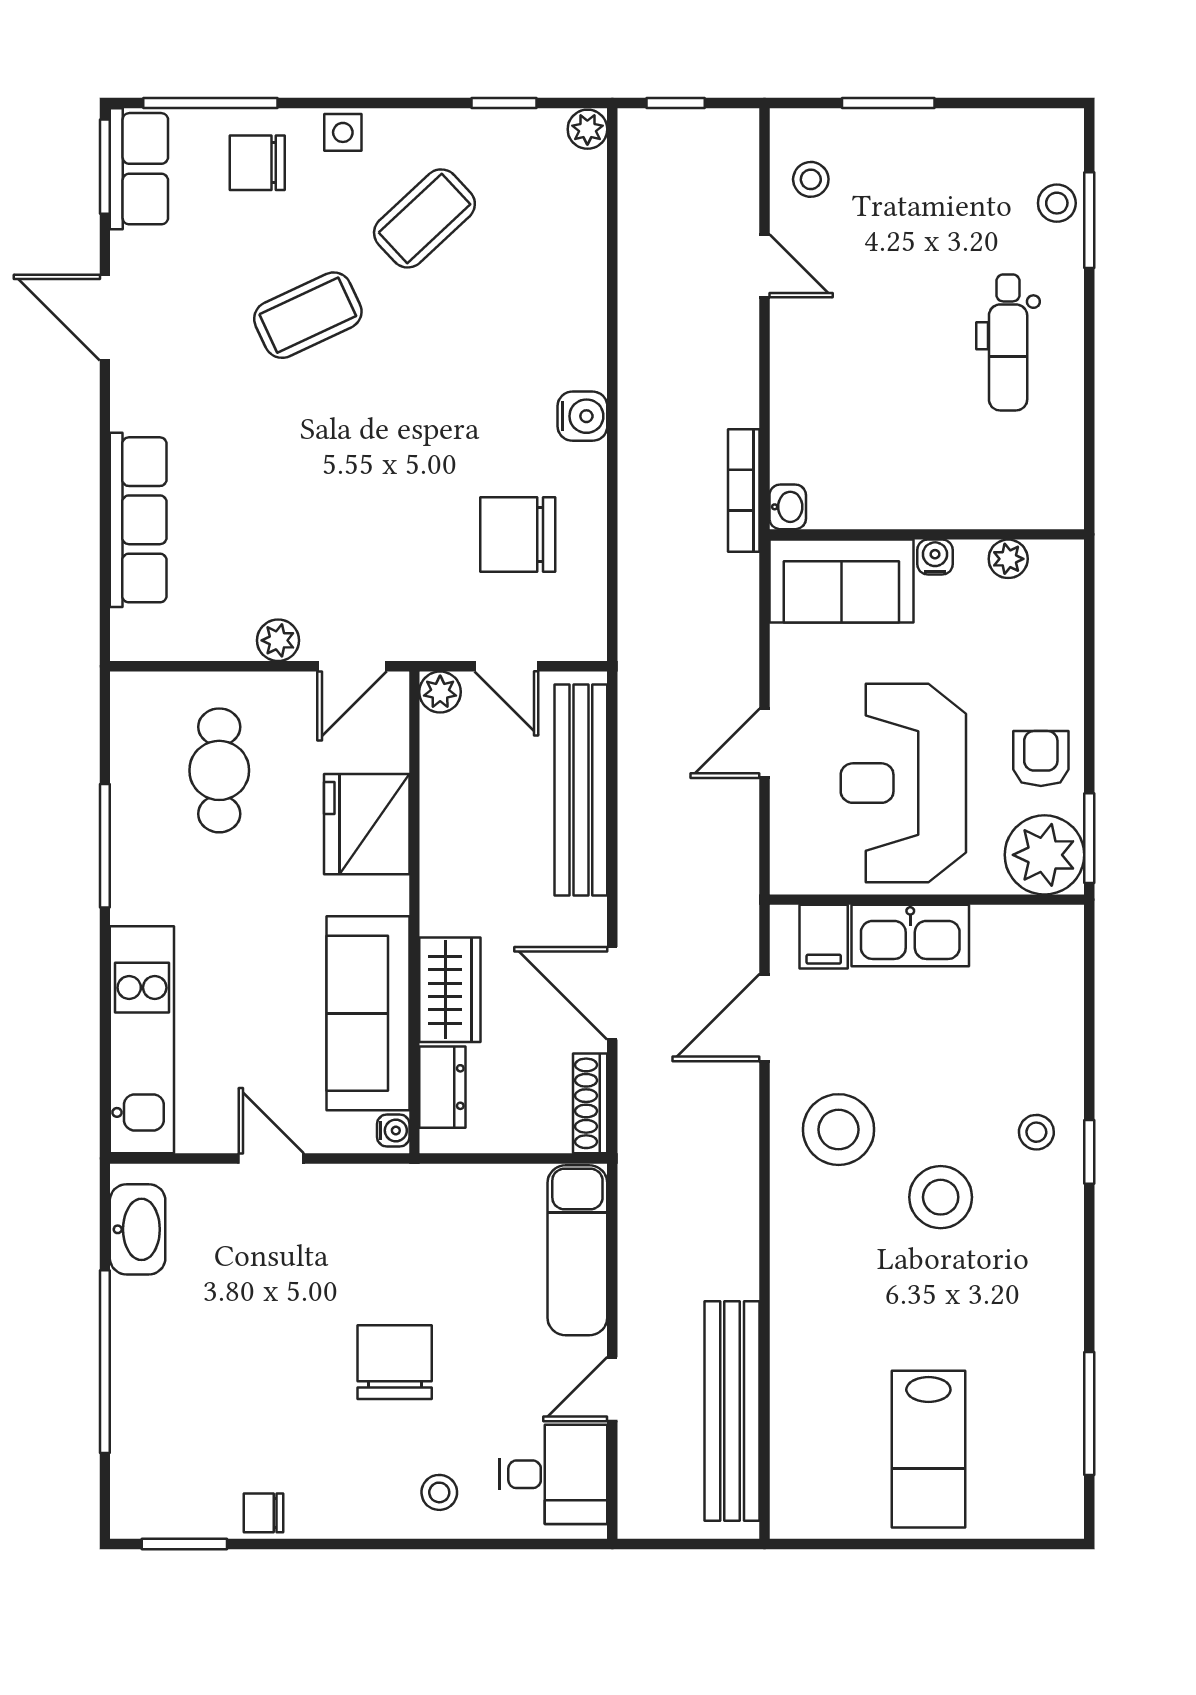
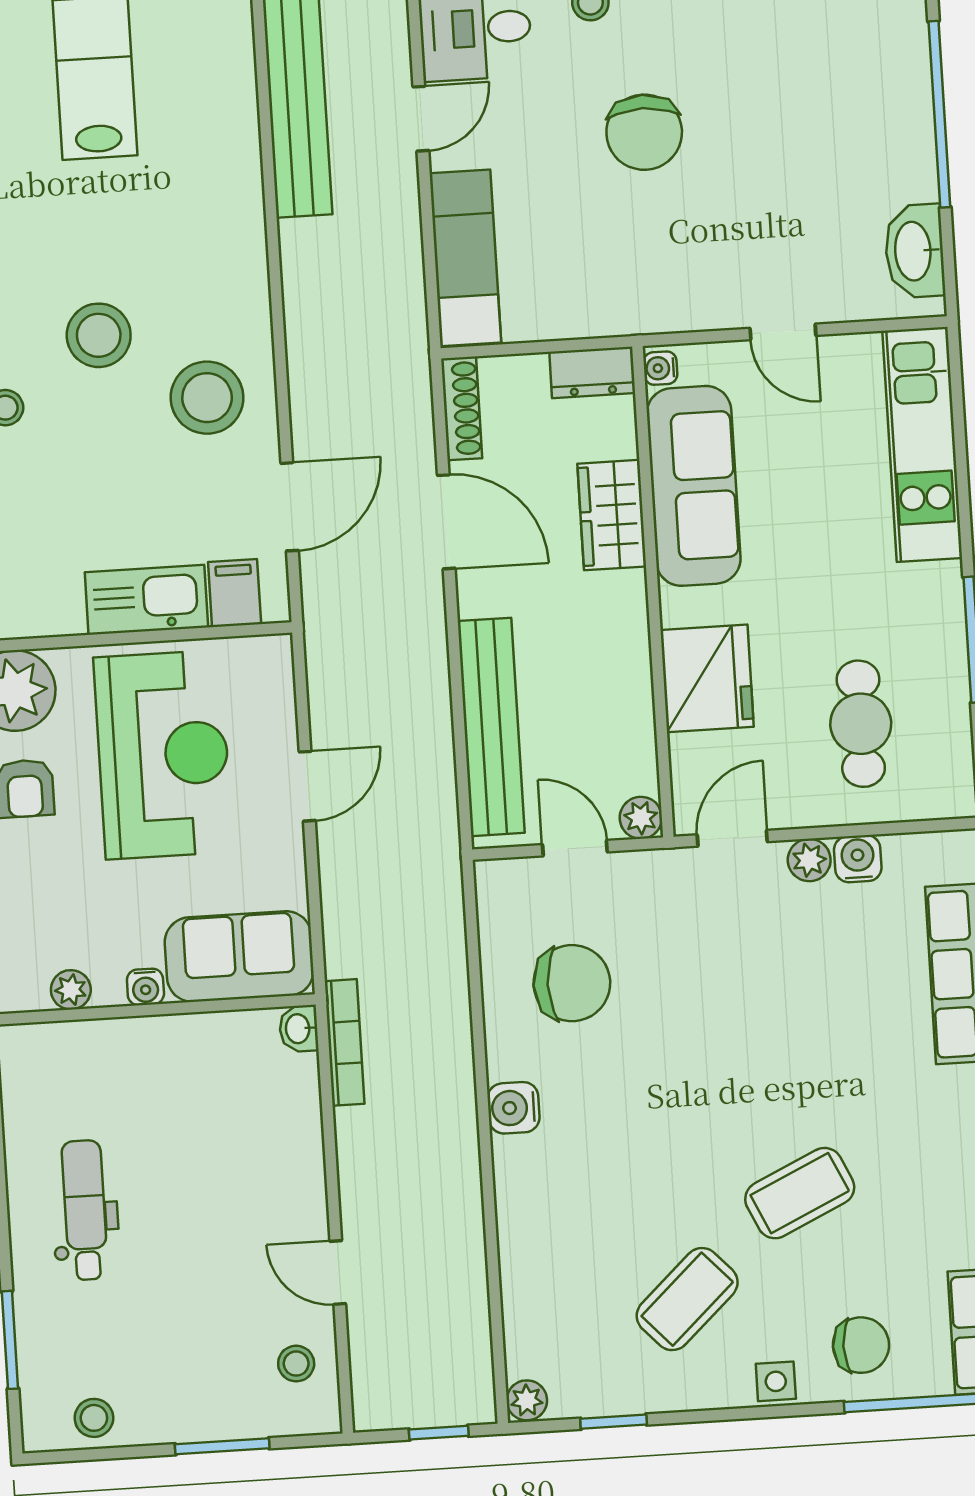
stool: (1057, 203) -> (94, 1418), moved
water cooler: (231, 639) -> (858, 859), added
dresser: (442, 1087) -> (592, 372), moved, turned -90

